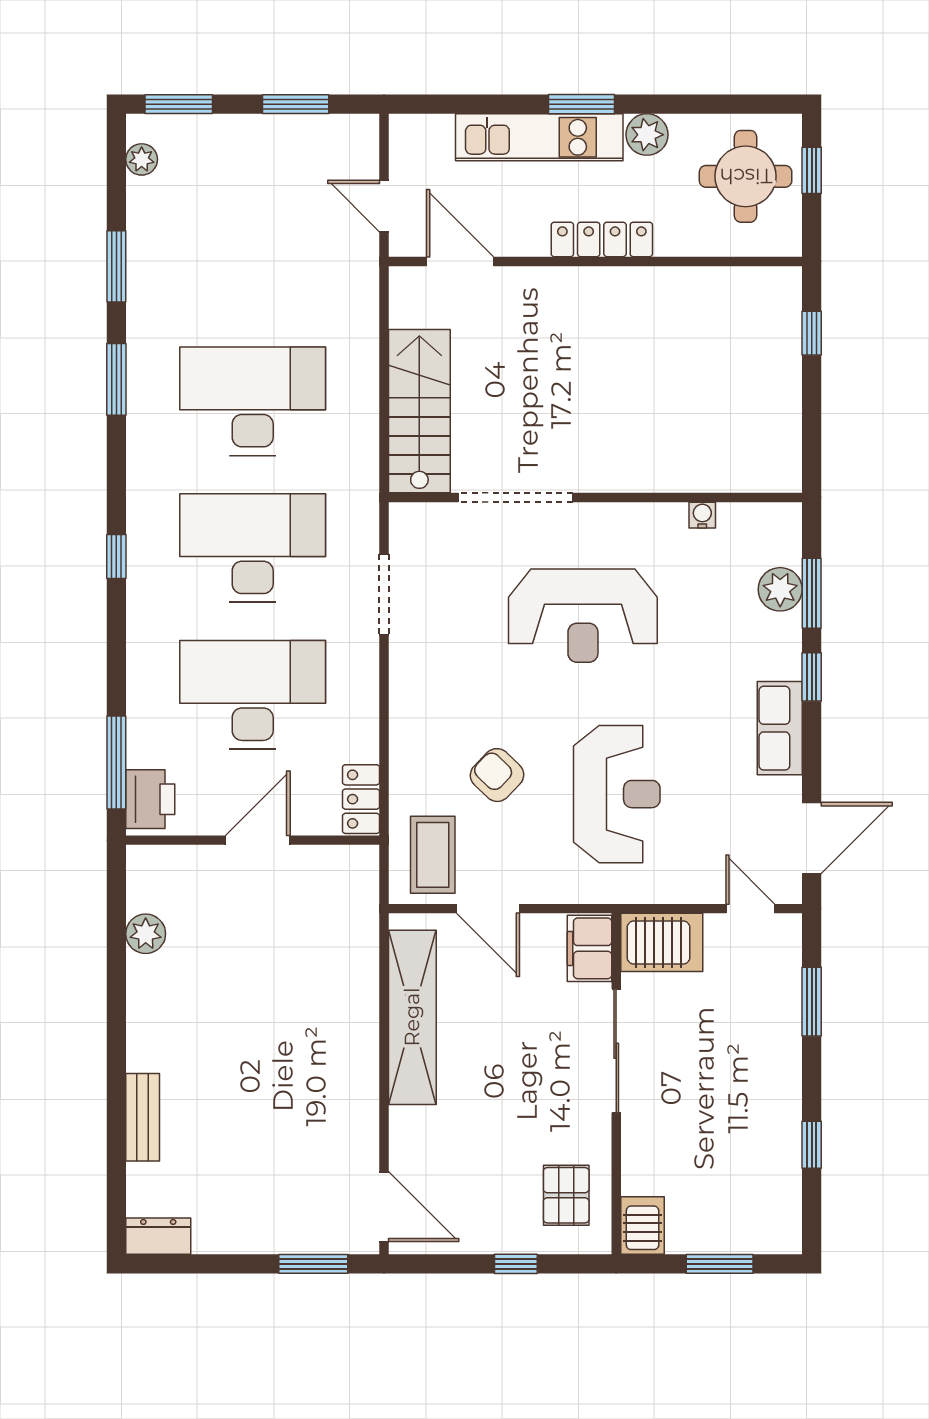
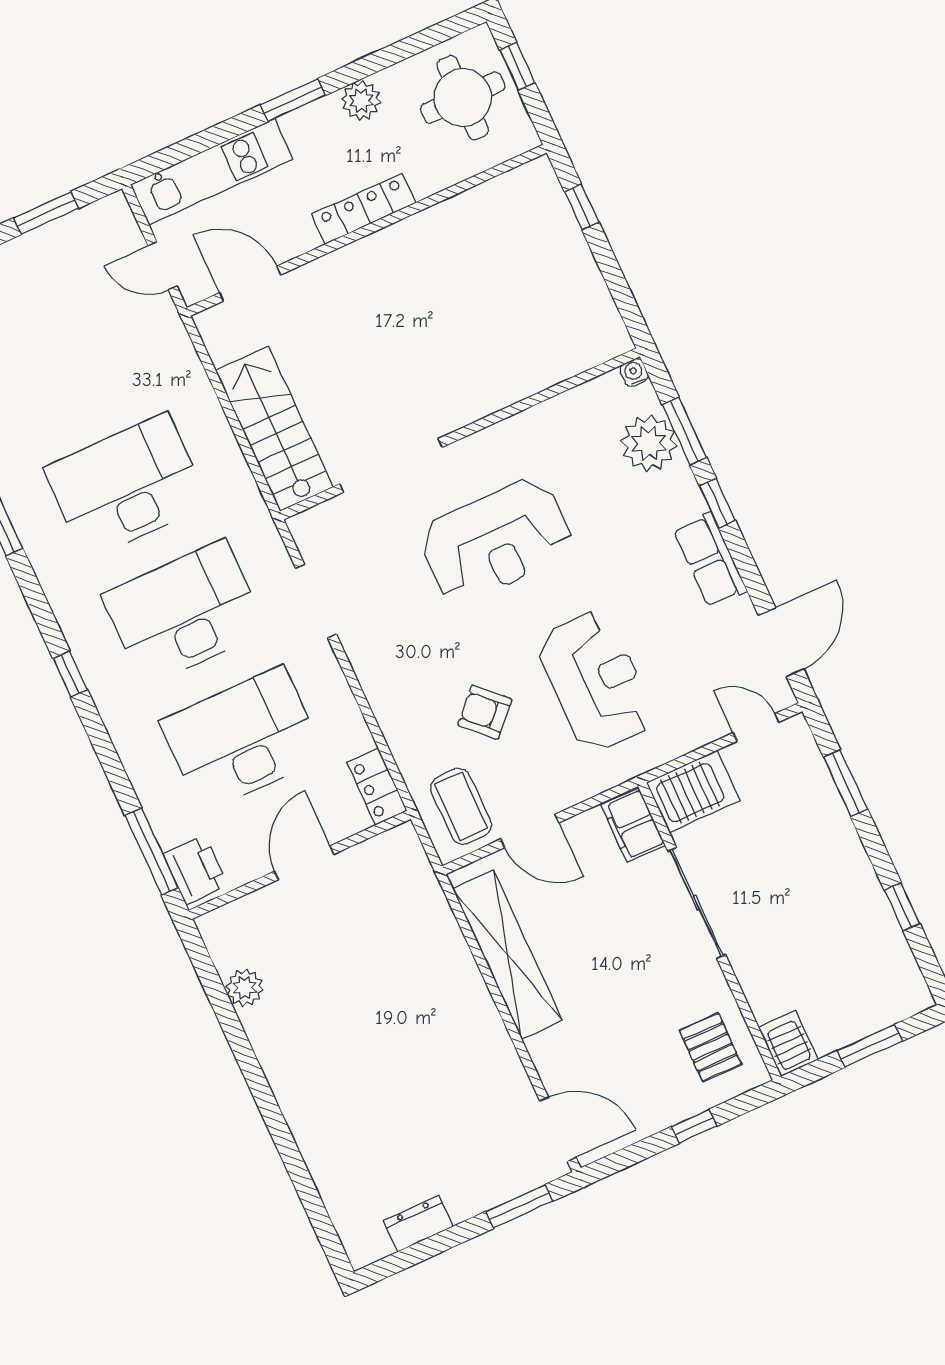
kitchen unit: (539, 137) -> (212, 172), moved
water cooler: (702, 515) -> (634, 373), moved
plant: (780, 589) -> (649, 443), width x1.36, depth x1.36
bench: (143, 1117) -> (314, 1147), removed
dresser: (158, 1236) -> (418, 1224), moved

